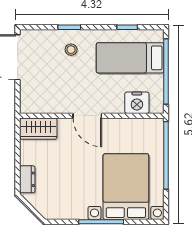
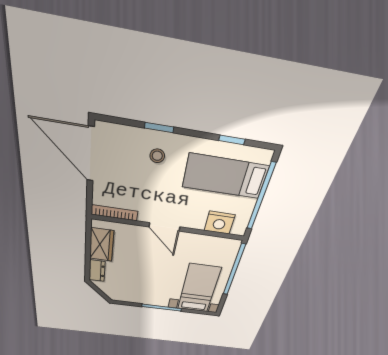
bookcase: (40, 108) -> (114, 213), added
wardrobe: (38, 129) -> (102, 245), moved, turned -90
bed with nightstands: (126, 187) -> (199, 289), width x0.73

